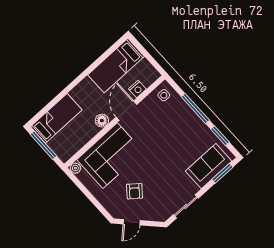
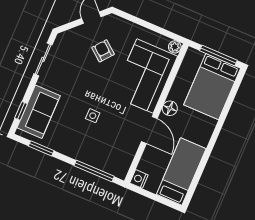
nightstand: (137, 89) -> (139, 179), moved
side table: (164, 95) -> (93, 116), moved
window: (195, 108) -> (94, 171), moved
bed: (56, 118) -> (212, 87), width x1.50
window: (222, 173) -> (21, 111), width x0.67

